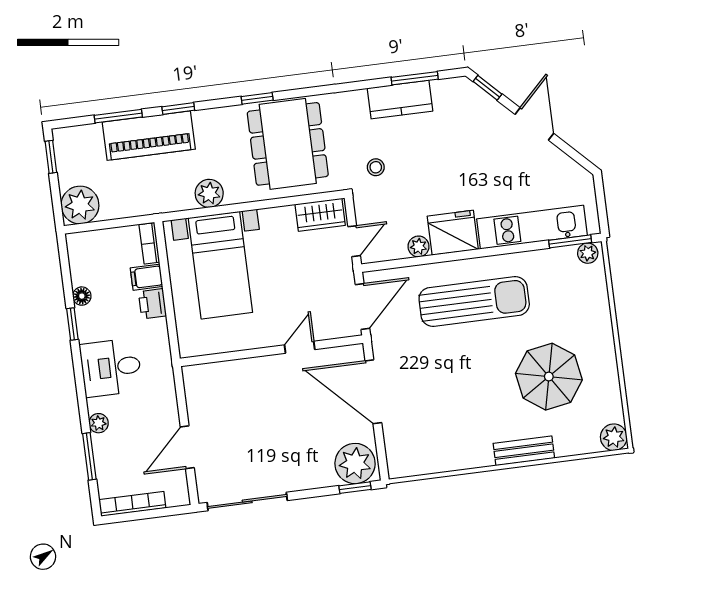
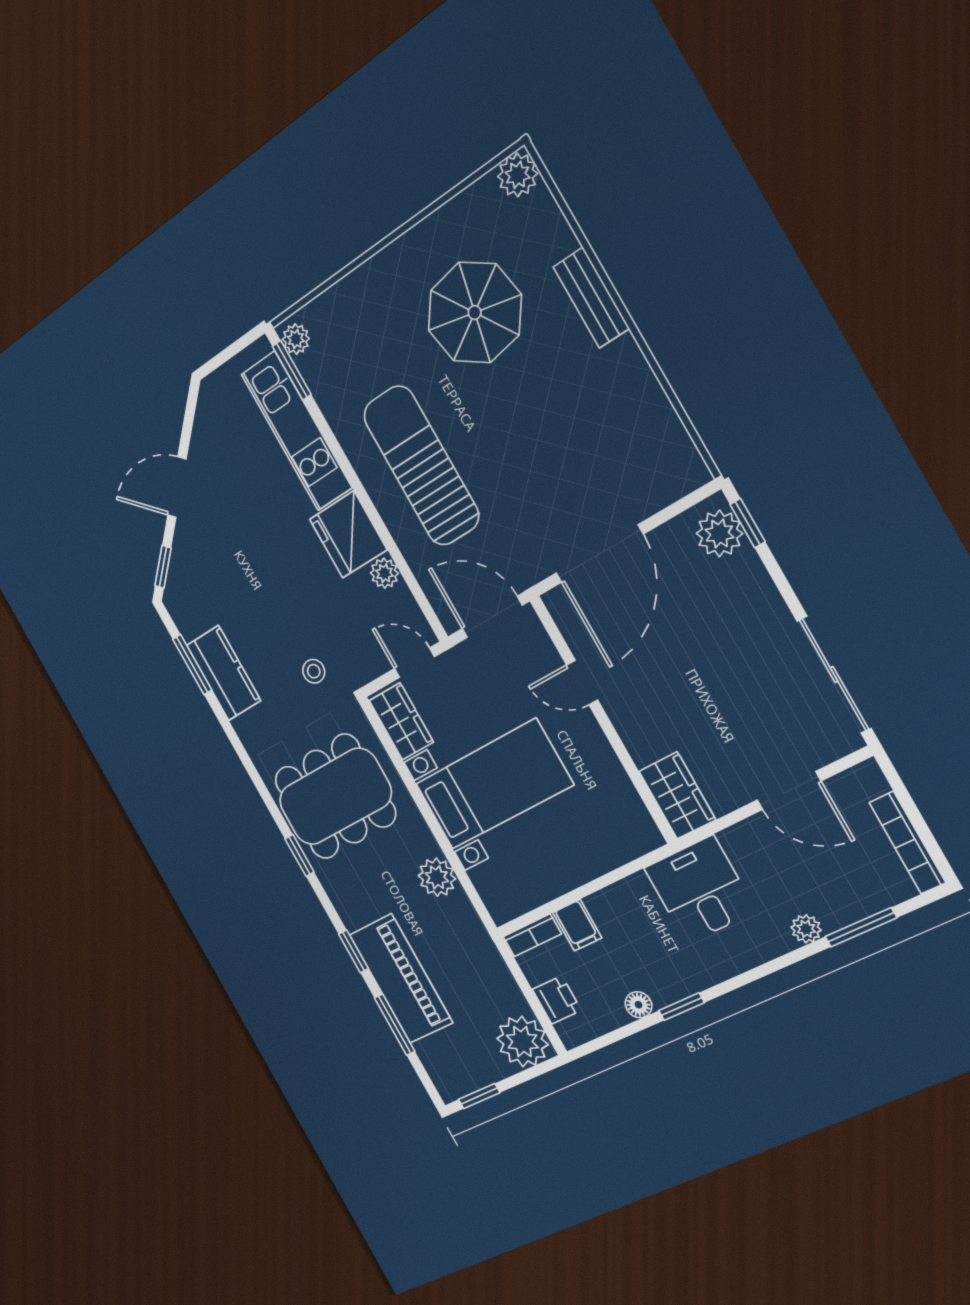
bed with nightstands: (220, 265) -> (494, 784), moved
printer: (152, 304) -> (557, 1000), moved, turned -90
desk: (111, 368) -> (700, 890), moved, turned 180
wardrobe: (208, 378) -> (677, 795), added
plant: (355, 463) -> (719, 534), width x0.73, depth x0.73

